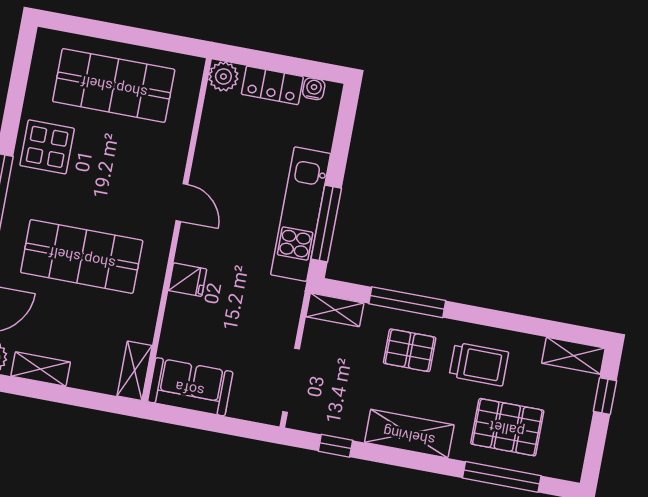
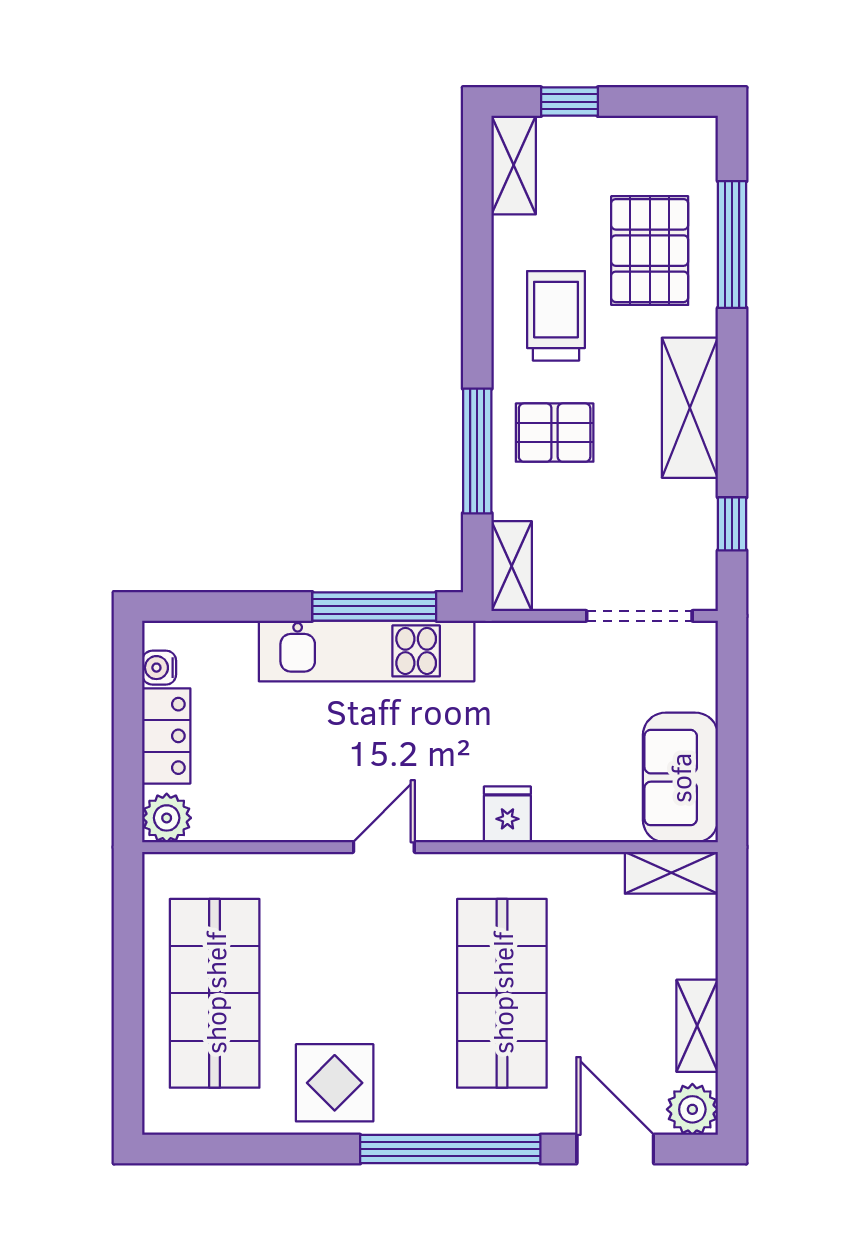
pallet: (410, 350) -> (555, 433), turned 90

